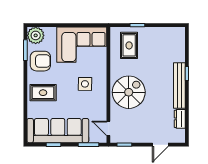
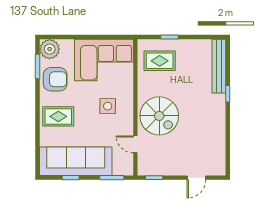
rug: (129, 45) -> (160, 61), turned 90
bench: (179, 86) -> (219, 66), moved
spiral stairs: (129, 92) -> (159, 116), turned 90
dresser: (180, 119) -> (219, 147), removed
door: (108, 128) -> (135, 144), moved

